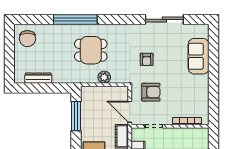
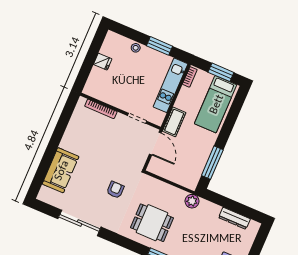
dining table: (91, 50) -> (152, 223), moved
plant: (104, 77) -> (192, 201), moved
armchair: (151, 92) -> (125, 154), removed

